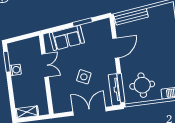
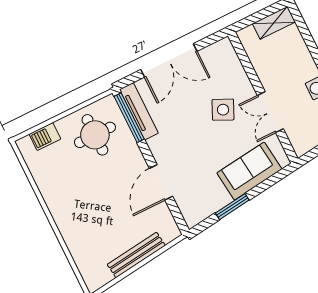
bench: (131, 17) -> (136, 255), moved
side table: (84, 77) -> (223, 110), moved

